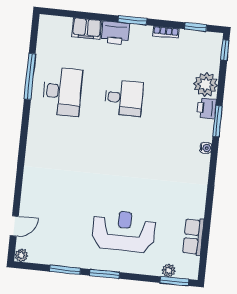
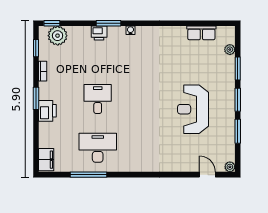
filing cabinet: (87, 29) -> (46, 160), moved
plant: (206, 85) -> (58, 36), moved
reception desk: (124, 231) -> (193, 109), moved
window: (174, 281) -> (238, 68), moved

